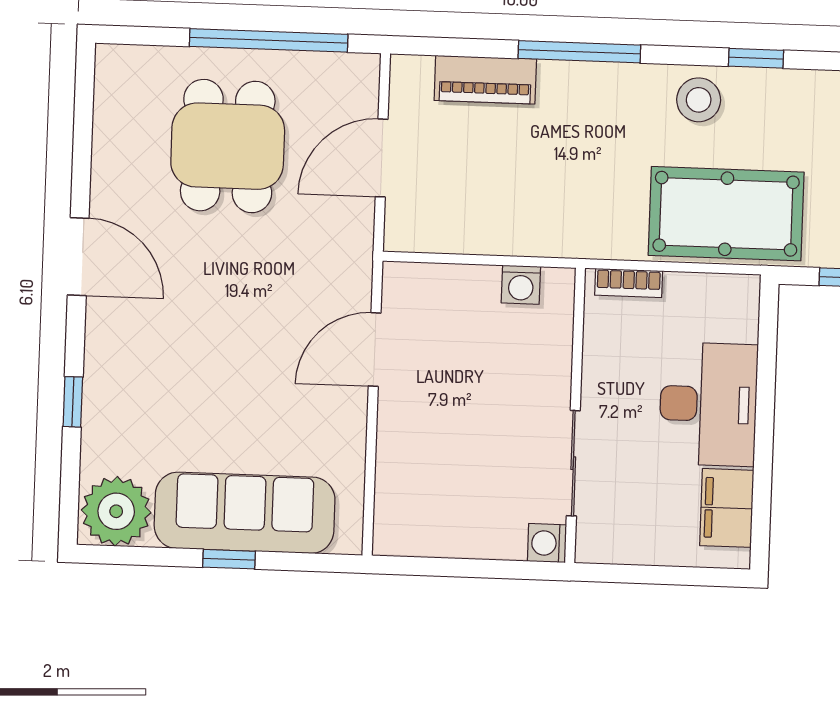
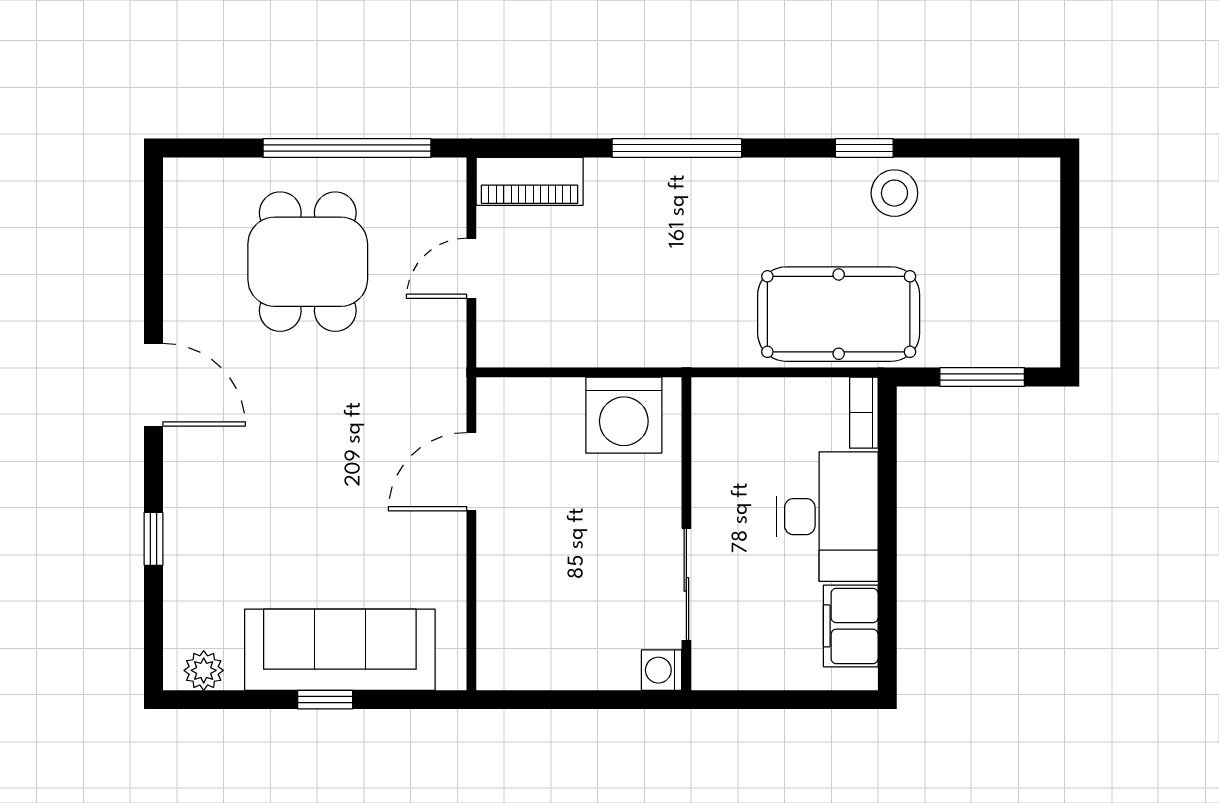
piano: (485, 80) -> (530, 181), moved
stool: (699, 100) -> (894, 193), moved
door: (382, 158) -> (471, 268), width x0.73
bookcase: (629, 283) -> (864, 413), moved, turned 90
washing machine: (521, 285) -> (624, 415), width x1.89, depth x1.89
plant: (116, 511) -> (204, 670), width x0.53, depth x0.53

